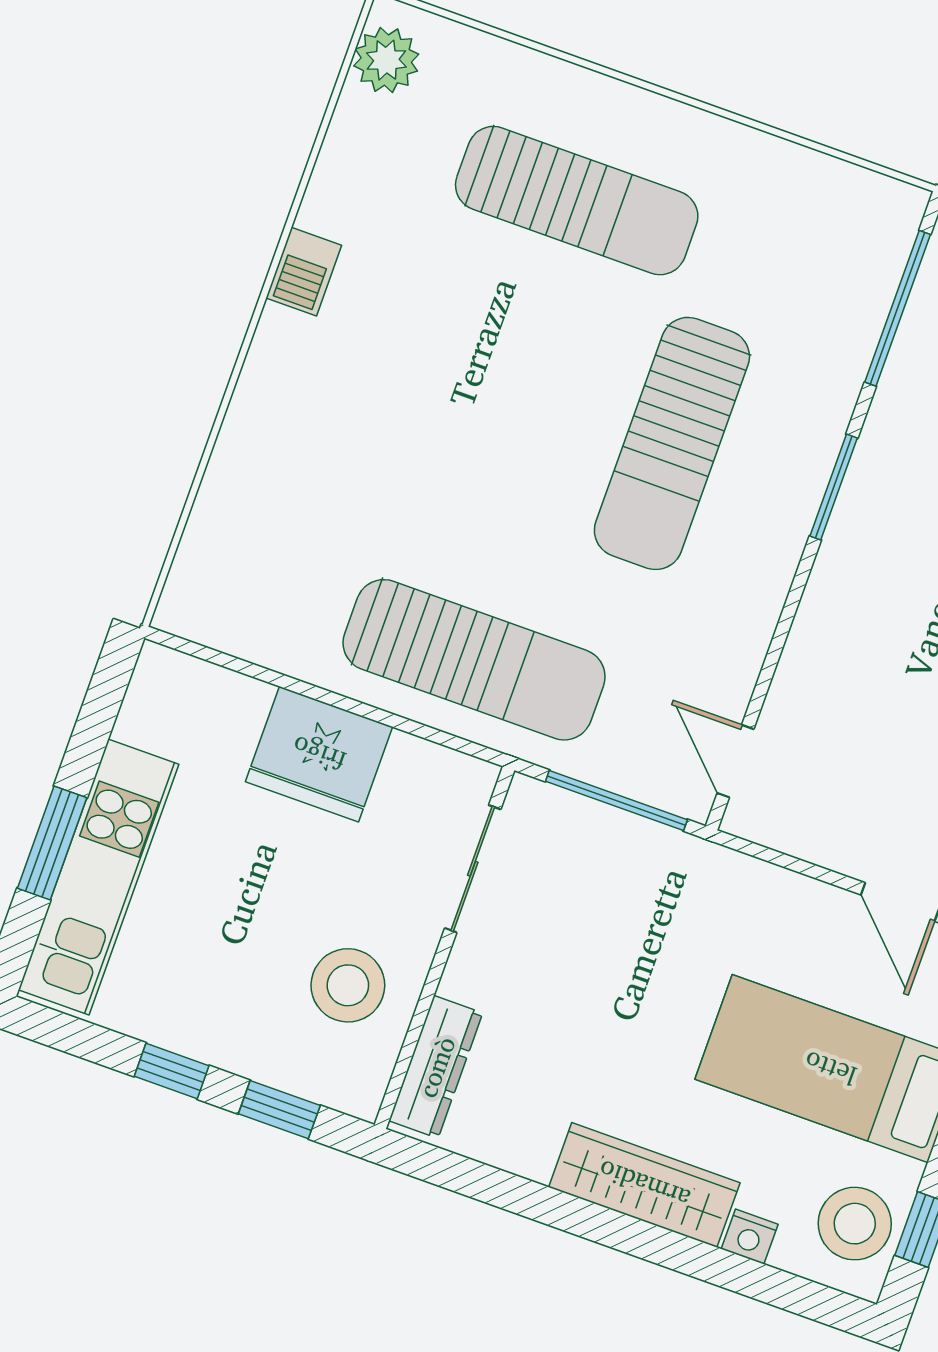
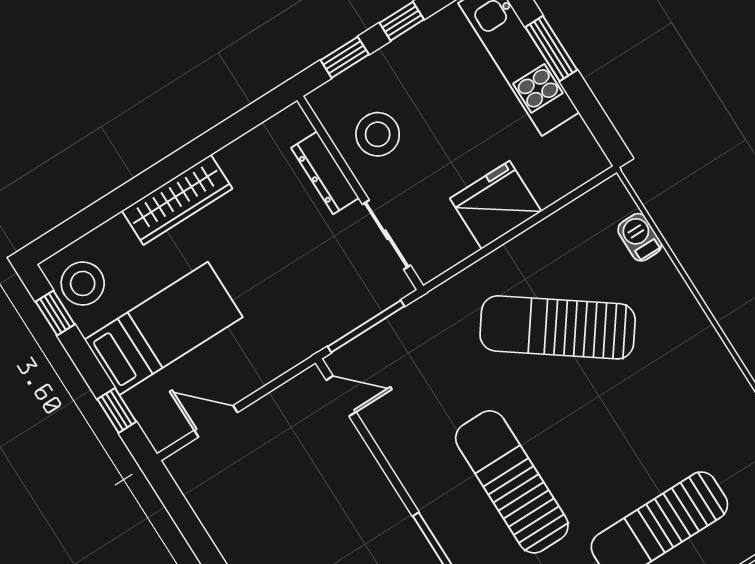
barbecue: (304, 272) -> (640, 237), moved
sun lounger: (474, 660) -> (558, 327), moved, turned 36
dresser: (436, 1067) -> (325, 173), moved
nightstand: (750, 1237) -> (115, 230), removed

